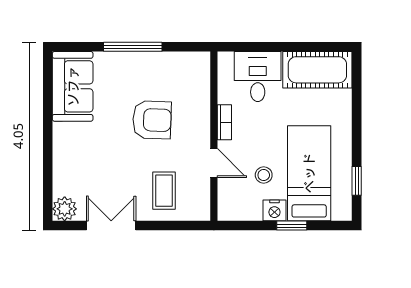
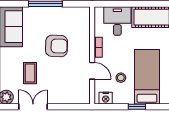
coffee table: (164, 191) -> (30, 73), moved
nightstand: (274, 210) -> (106, 98), moved

